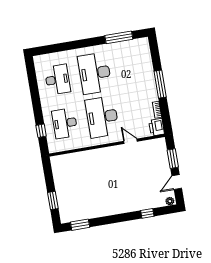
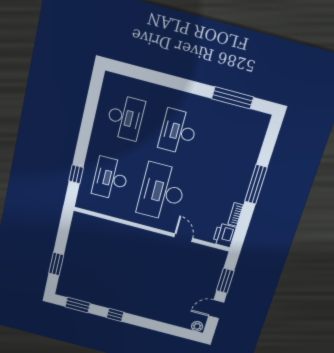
desk: (95, 73) -> (178, 132), width x0.73, depth x0.77
window: (147, 213) -> (115, 315), moved

